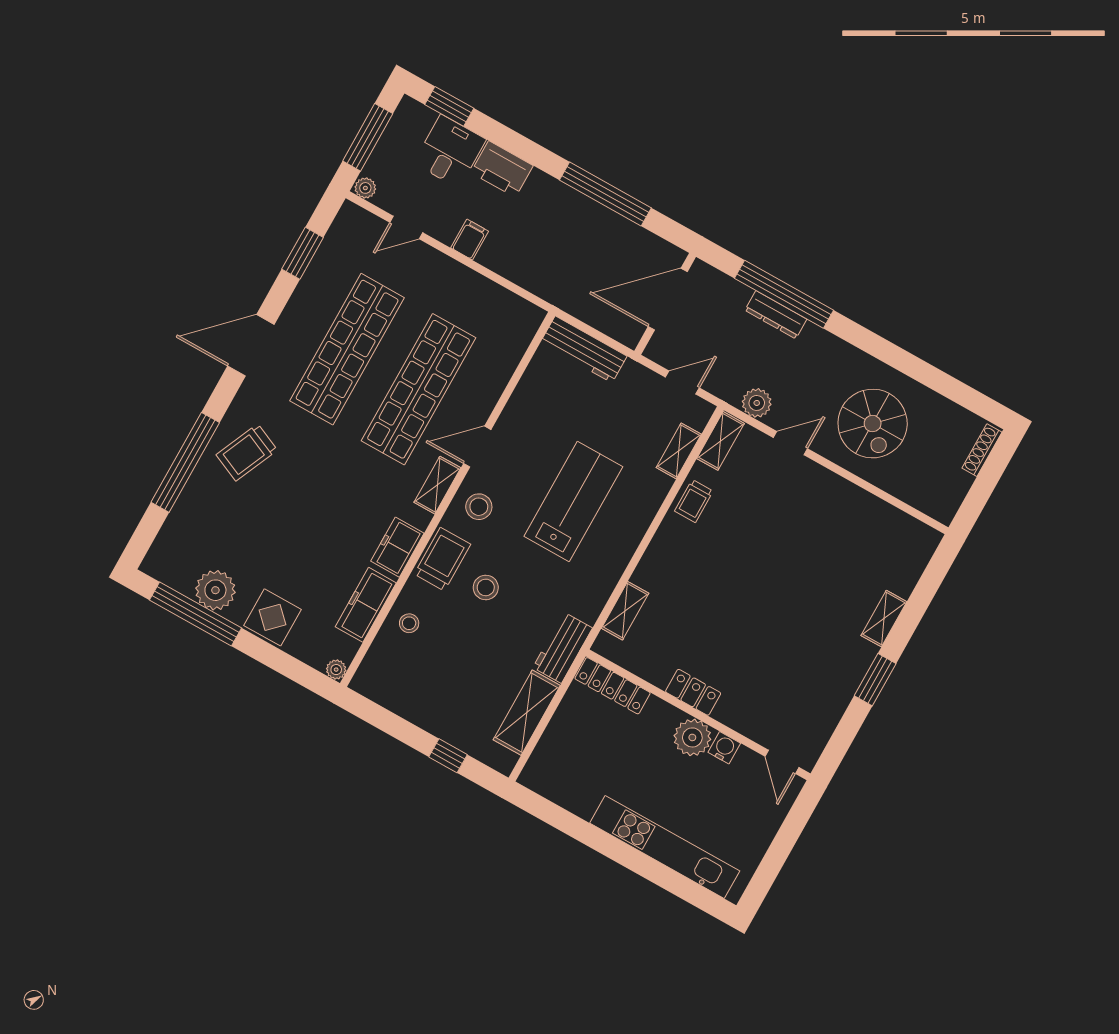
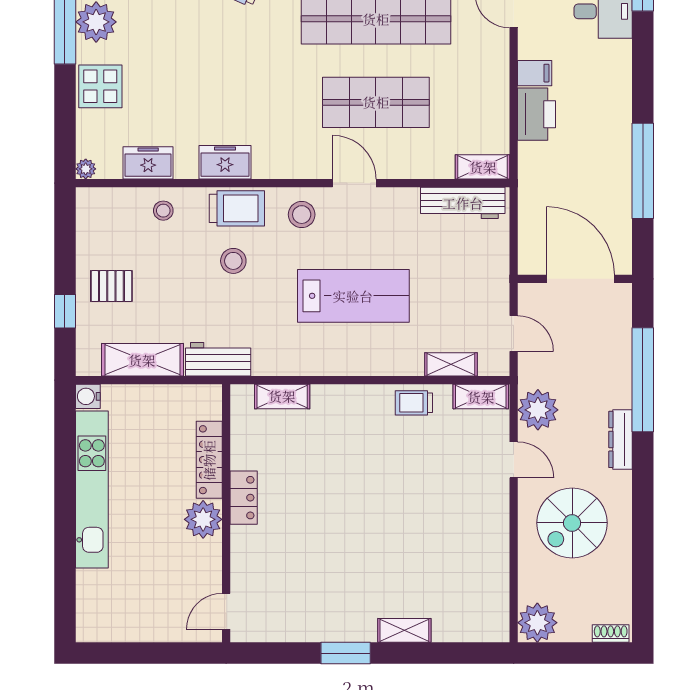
printer: (502, 169) -> (536, 114), moved, turned 180
dresser: (776, 315) -> (620, 439), moved
workbench: (584, 349) -> (463, 203), moved, turned -90
shop shelf: (419, 389) -> (376, 102), width x0.71
plant: (757, 403) -> (538, 410), width x1.36, depth x1.36
shoe rack: (982, 450) -> (611, 634), width x0.70
shelving: (437, 485) -> (483, 167), moved
plant: (941, 501) -> (537, 623), added
freezer: (366, 605) -> (148, 163), width x0.71
locker: (613, 686) -> (209, 460), moved
pallet: (449, 704) -> (111, 286), added
water cooler: (724, 748) -> (88, 396), moved, turned 180
kitchen unit: (665, 847) -> (92, 489), moved

